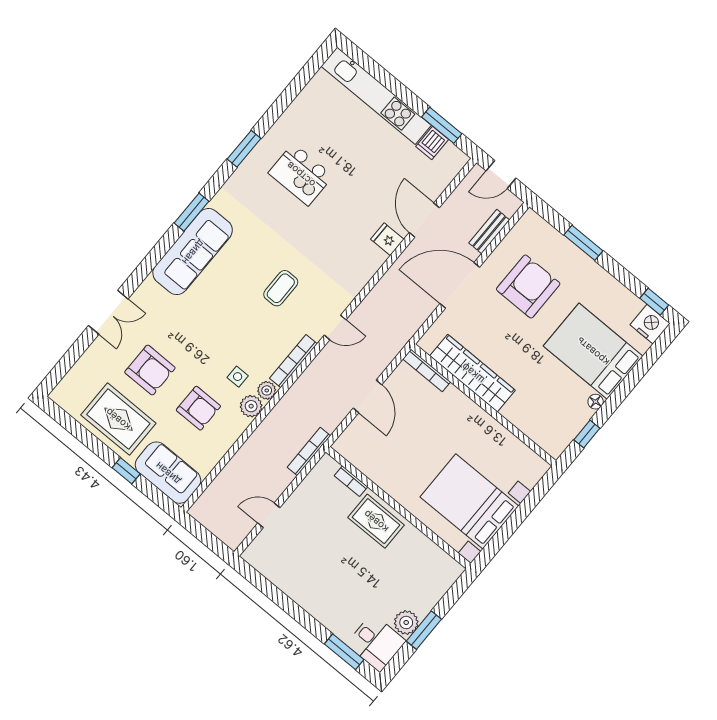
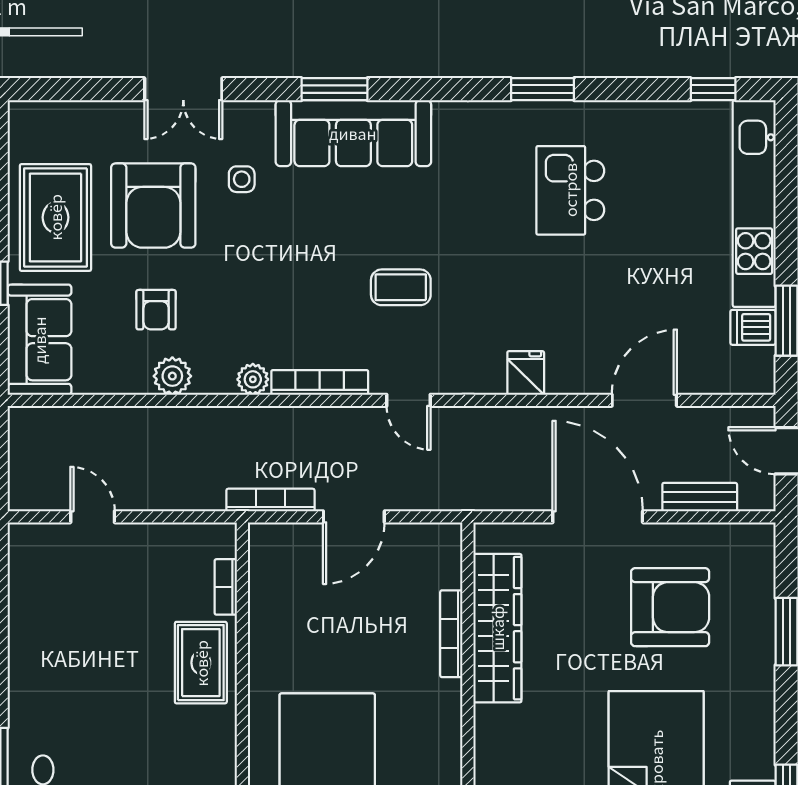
window: (309, 71) -> (713, 89), added
window: (191, 212) -> (334, 89), moved
fridge: (387, 239) -> (526, 373), moved
armchair: (150, 370) -> (153, 206), width x1.36, depth x1.36
bookcase: (427, 370) -> (451, 634), moved
side table: (238, 377) -> (242, 179), moved
plant: (251, 406) -> (172, 376), moved
armchair: (198, 408) -> (156, 310), width x0.72, depth x0.72
bookcase: (309, 452) -> (270, 500), moved

